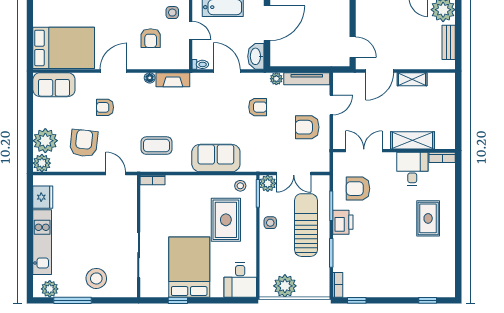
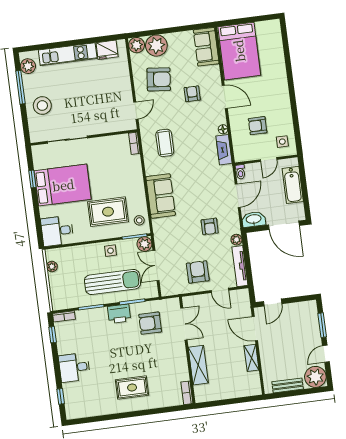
desk: (412, 169) -> (74, 368), moved, turned 180
armchair: (358, 189) -> (150, 323), turned -90
plant: (285, 286) -> (52, 267), width x0.53, depth x0.53

